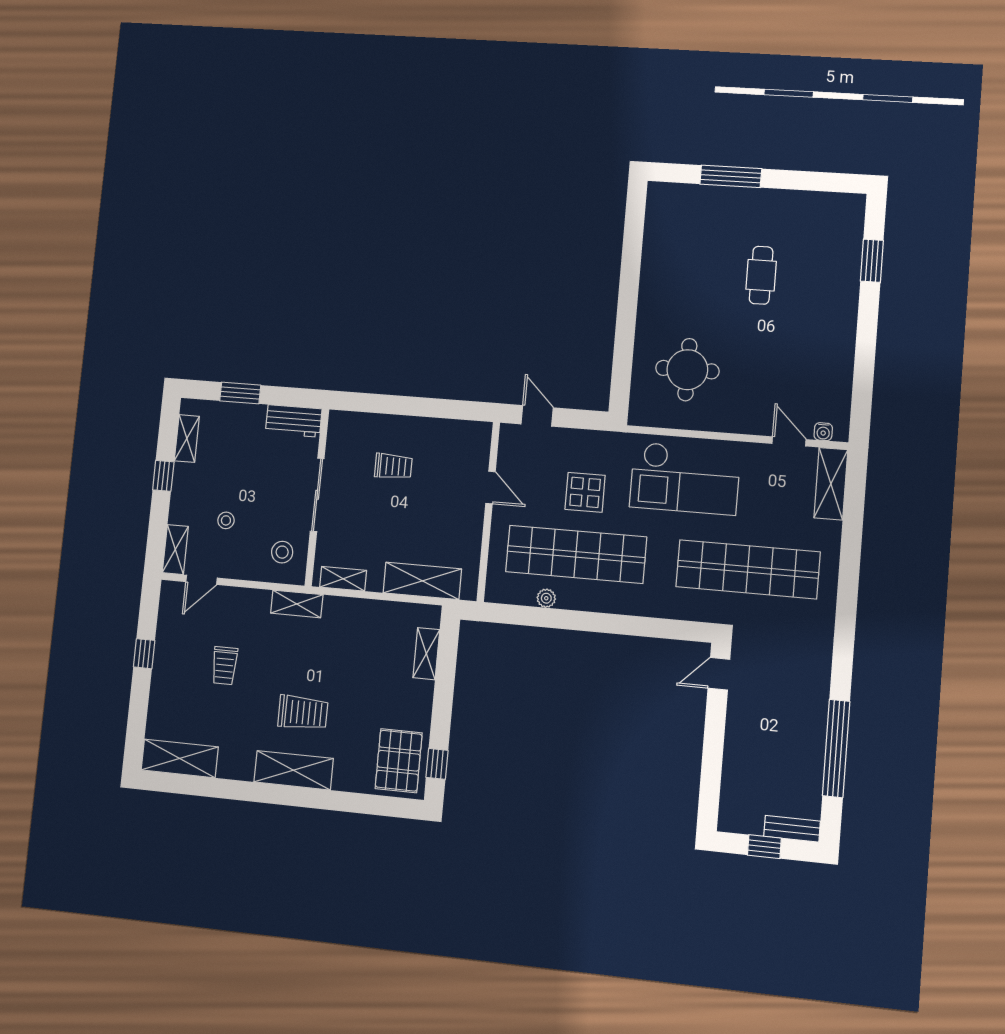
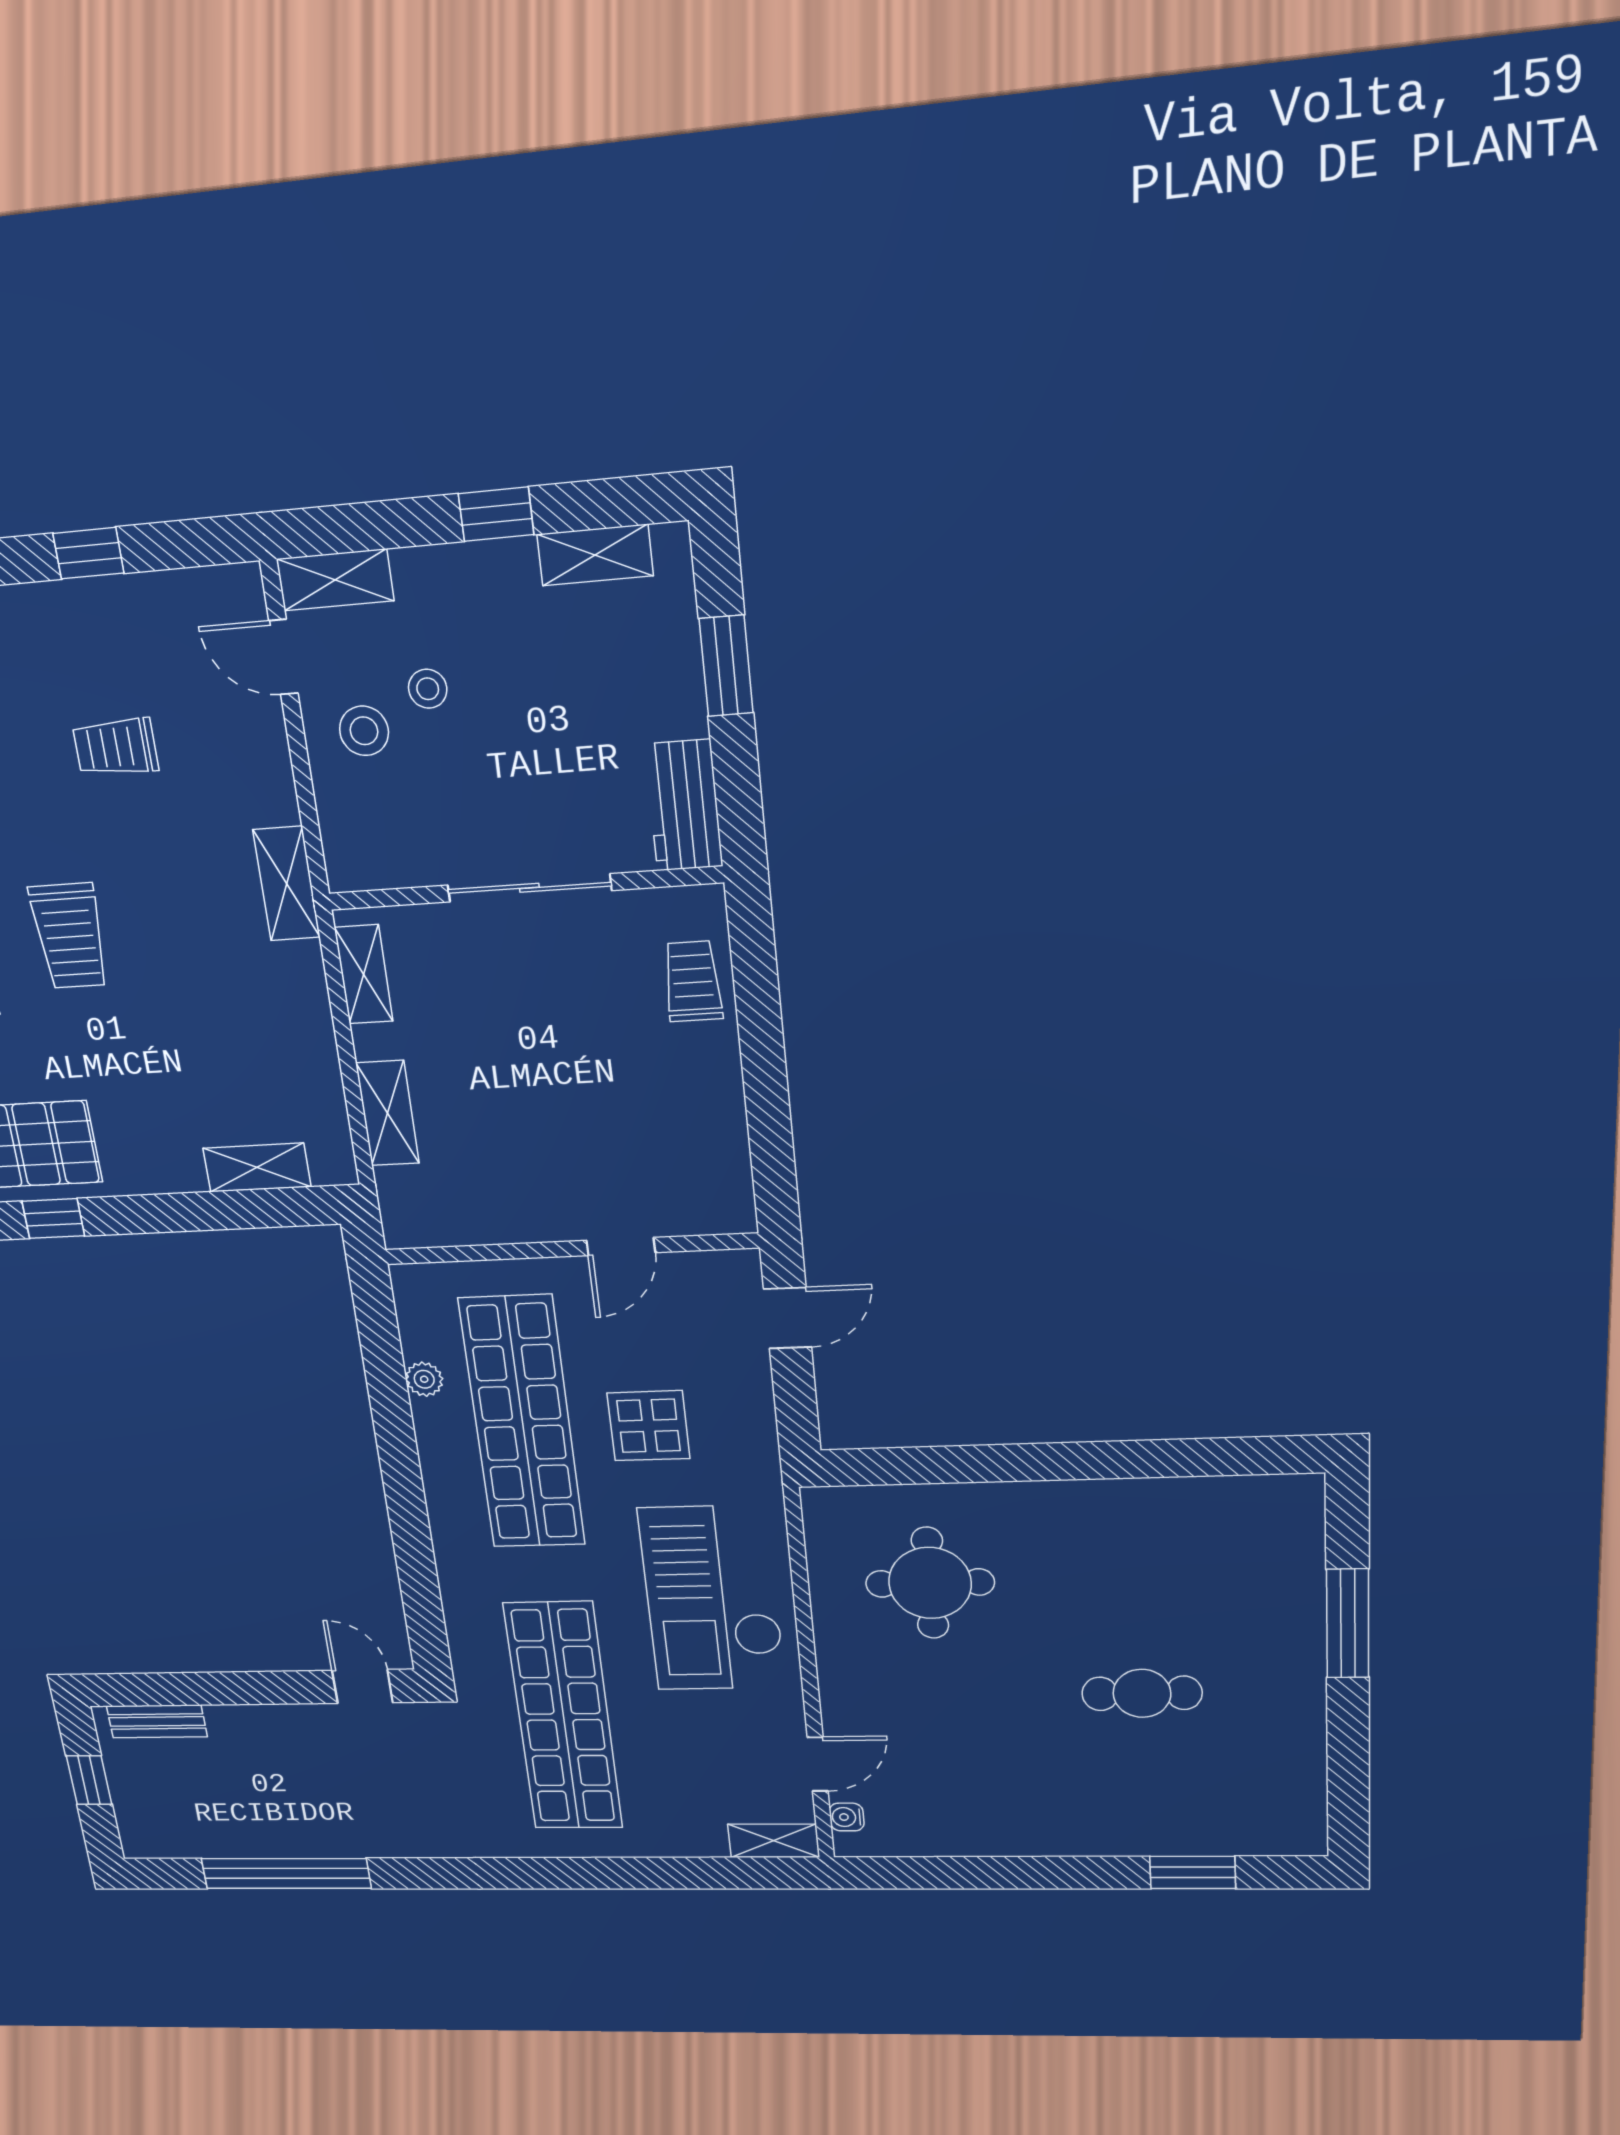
trolley: (393, 466) -> (693, 981), moved, turned 180
shelving: (831, 484) -> (774, 1841), width x0.67, depth x0.75
stool: (282, 552) -> (364, 731), moved
shelving: (422, 581) -> (388, 1113), width x0.67, depth x0.75
bench: (792, 829) -> (157, 1721), moved, turned 90

